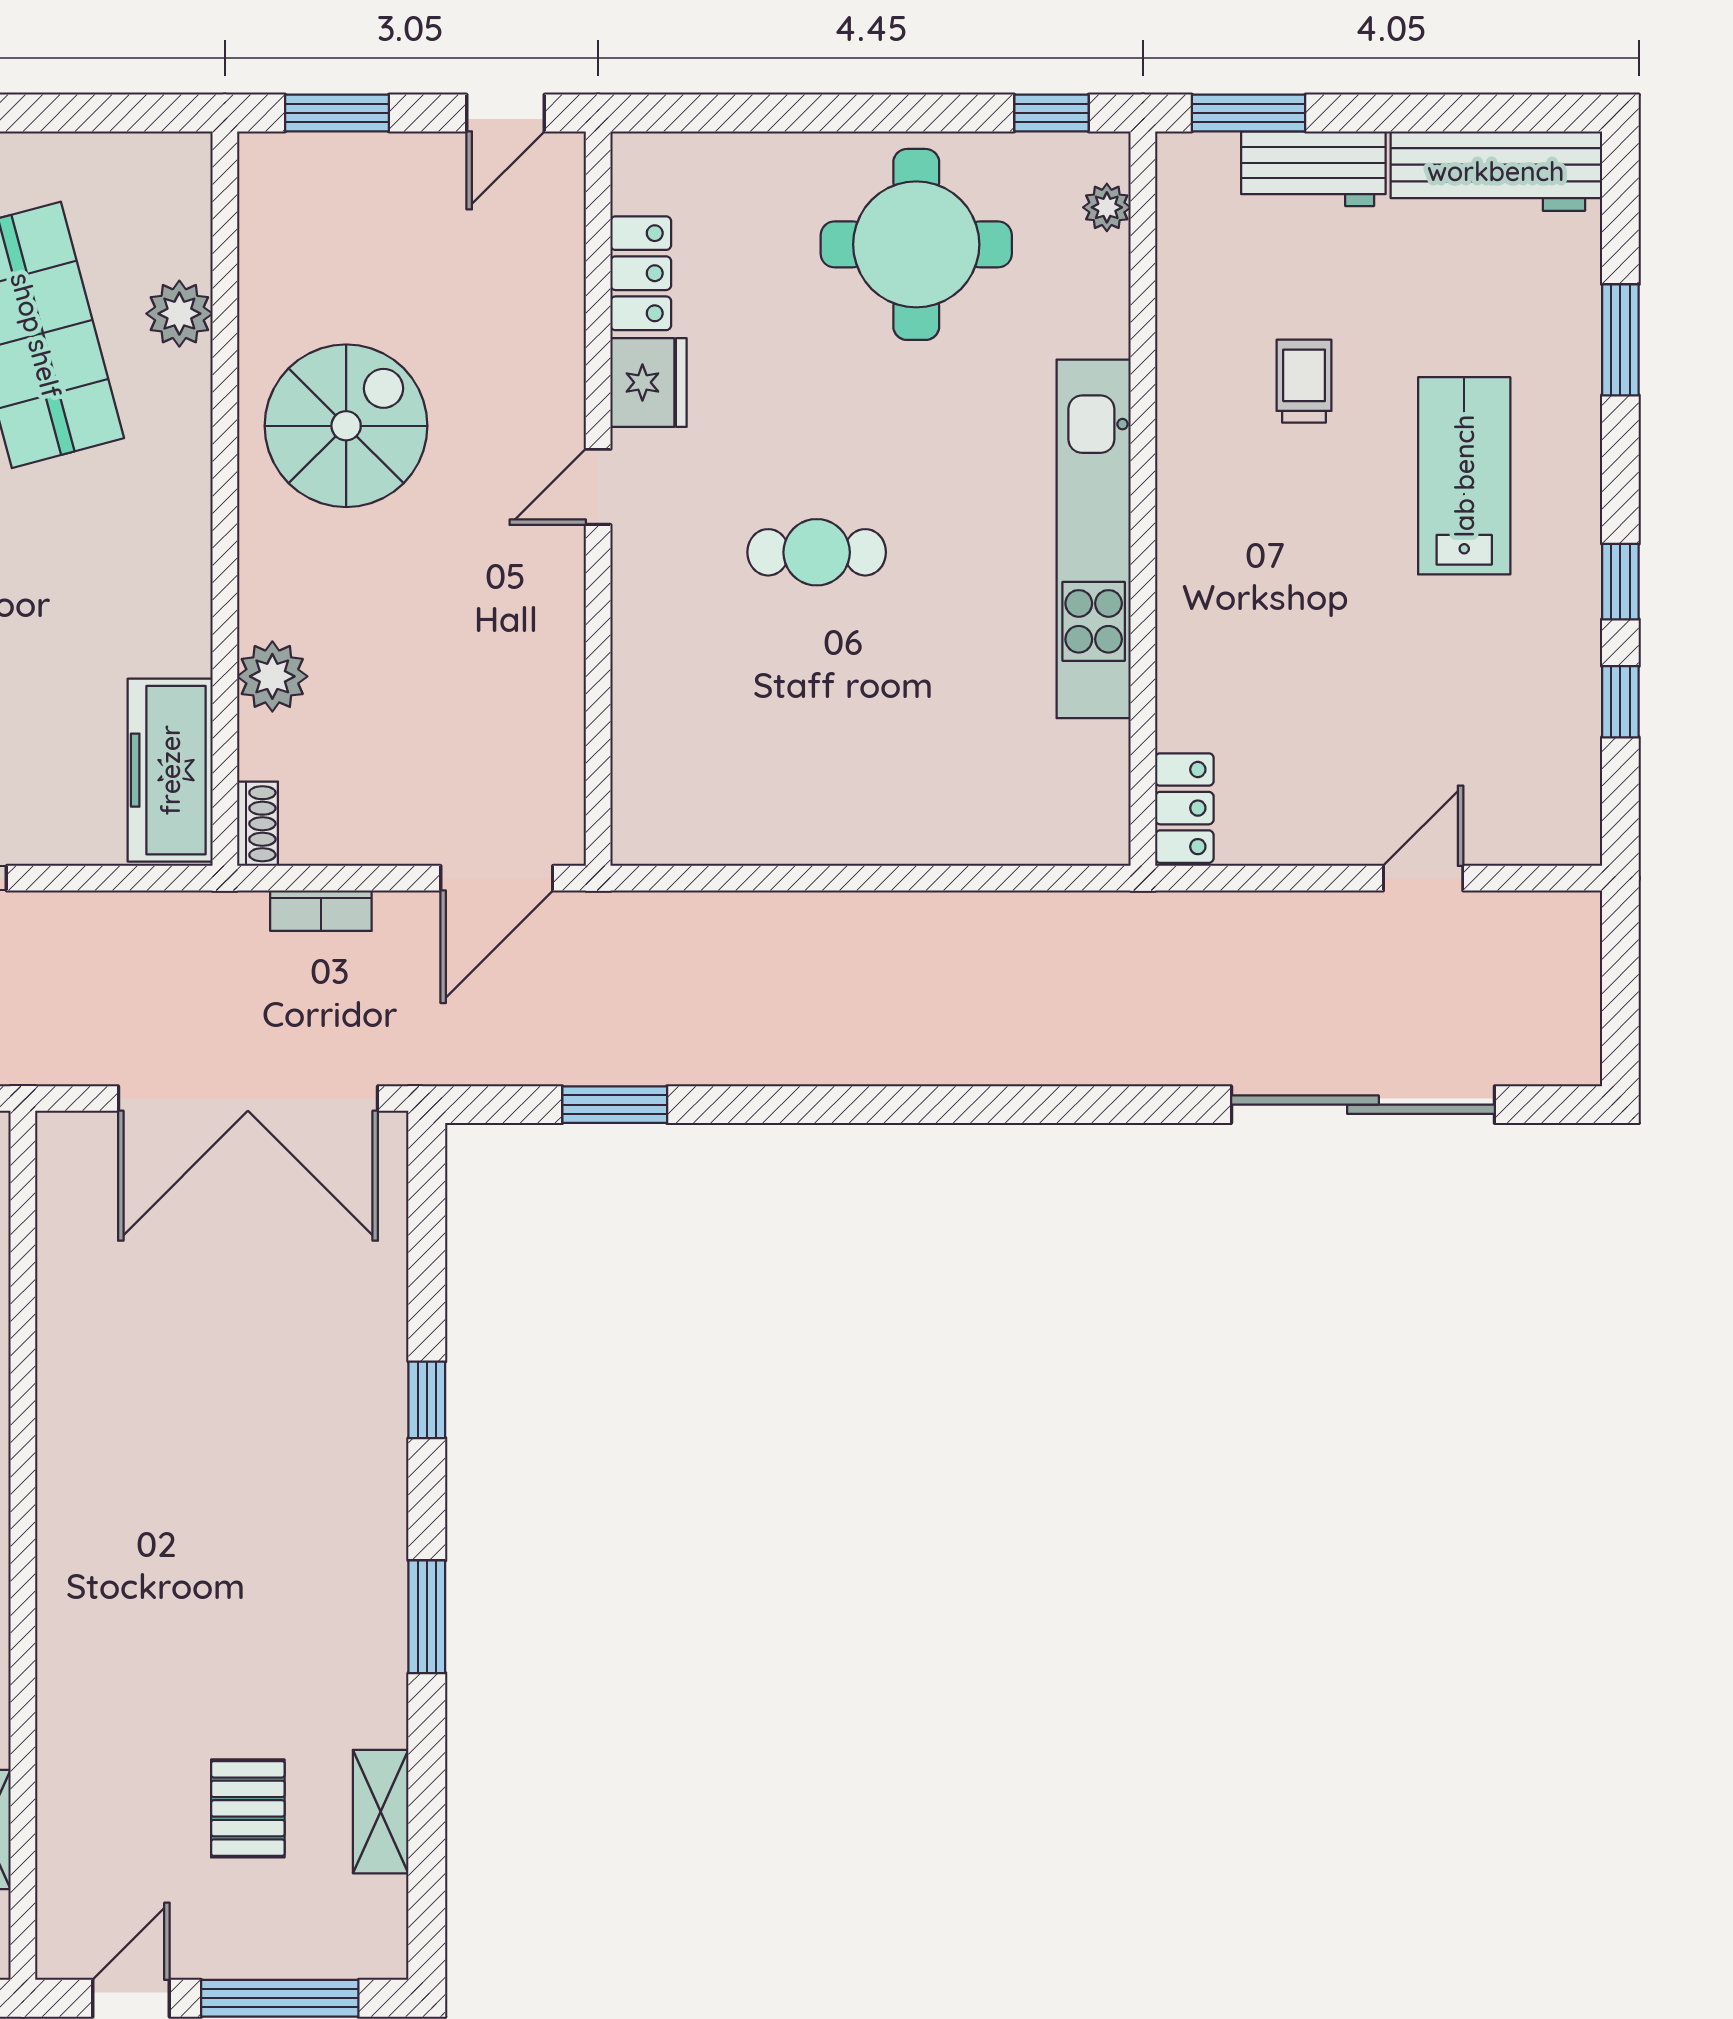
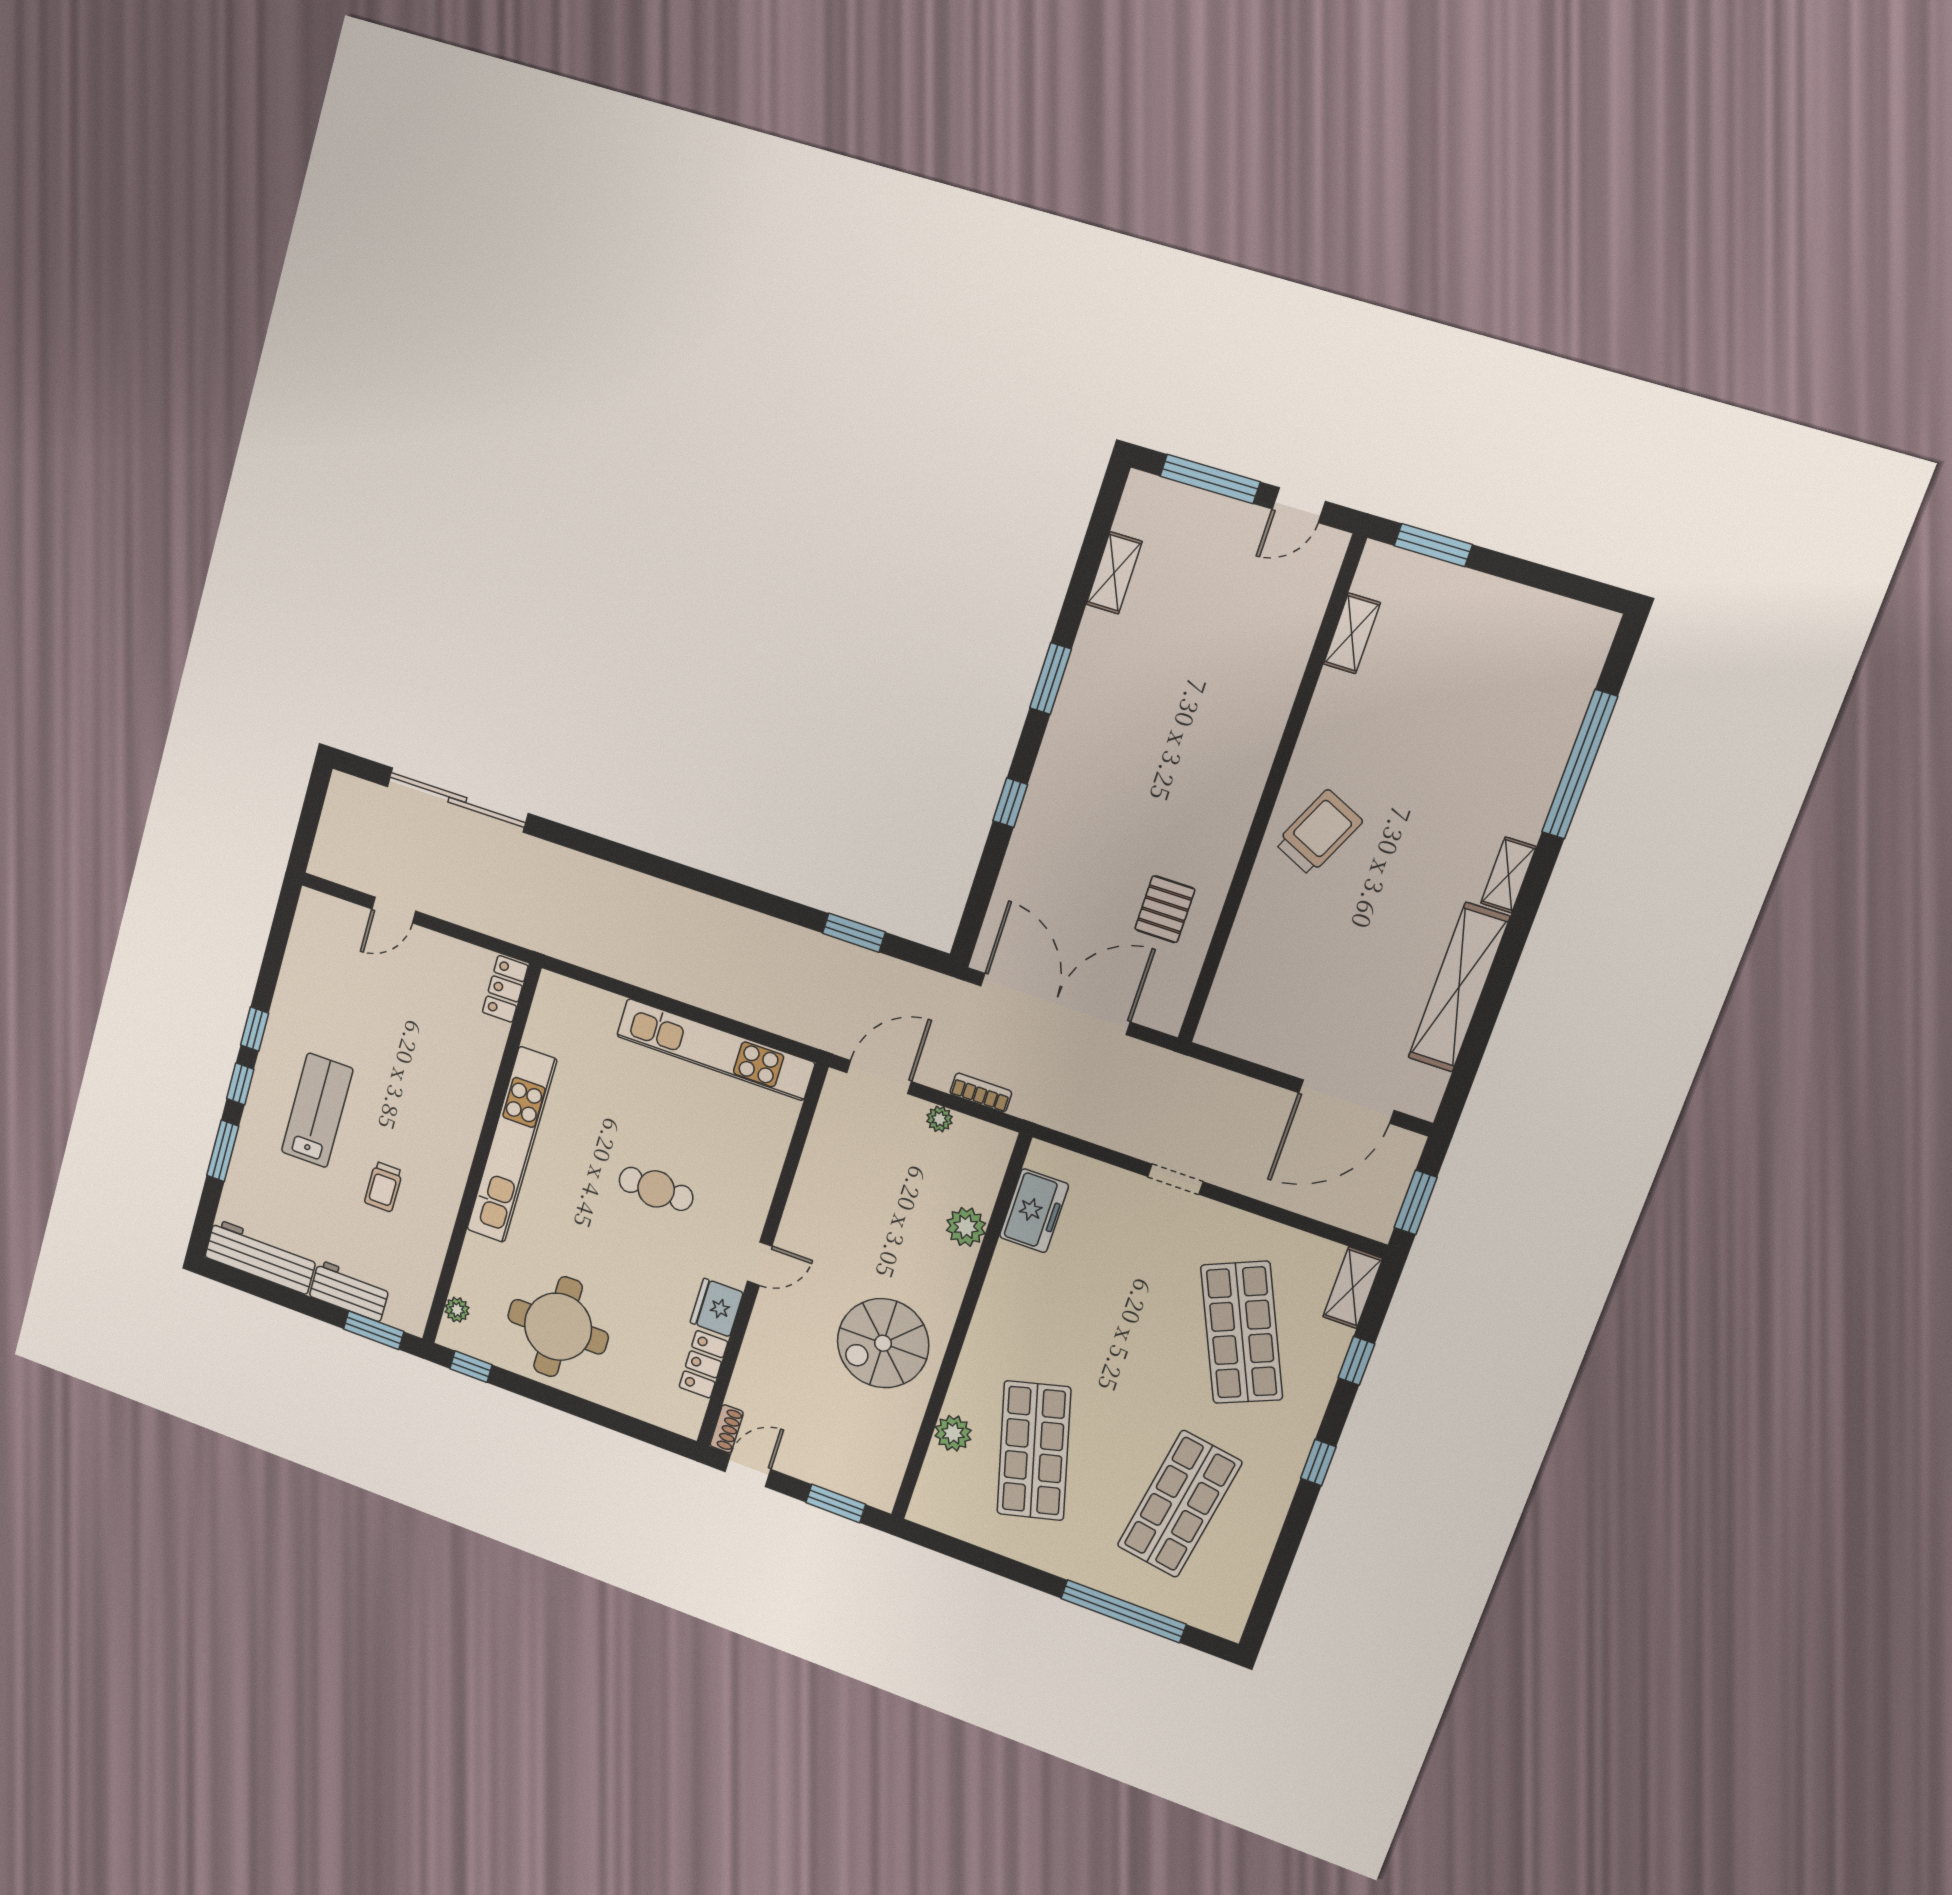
lab bench: (1464, 476) -> (317, 1110), turned 180
window: (1620, 702) -> (240, 1084), moved
freezer: (170, 770) -> (1034, 1211), width x0.71
shoe rack: (257, 824) -> (727, 1429), moved, turned 180
kitchen unit: (787, 829) -> (715, 1049), added
plant: (374, 843) -> (940, 1119), added
pallet: (248, 1808) -> (1165, 909), moved

